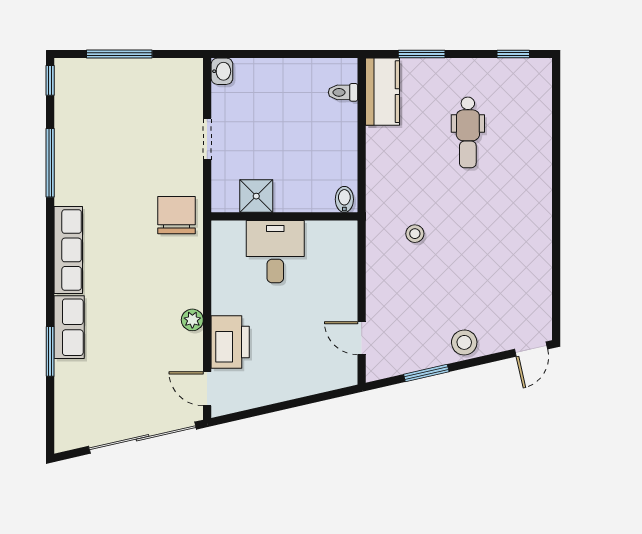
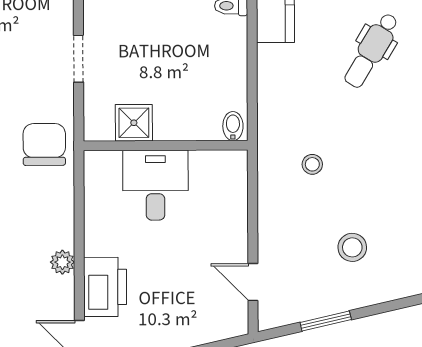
dental chair: (468, 132) -> (371, 50), turned 31
stool: (464, 342) -> (352, 247), moved

